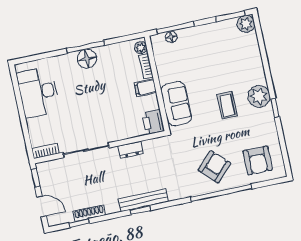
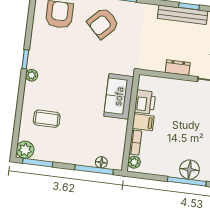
plant: (259, 96) -> (32, 75), width x0.53, depth x0.53
coffee table: (227, 105) -> (47, 119), moved, turned 90
printer: (153, 122) -> (145, 102), moved

